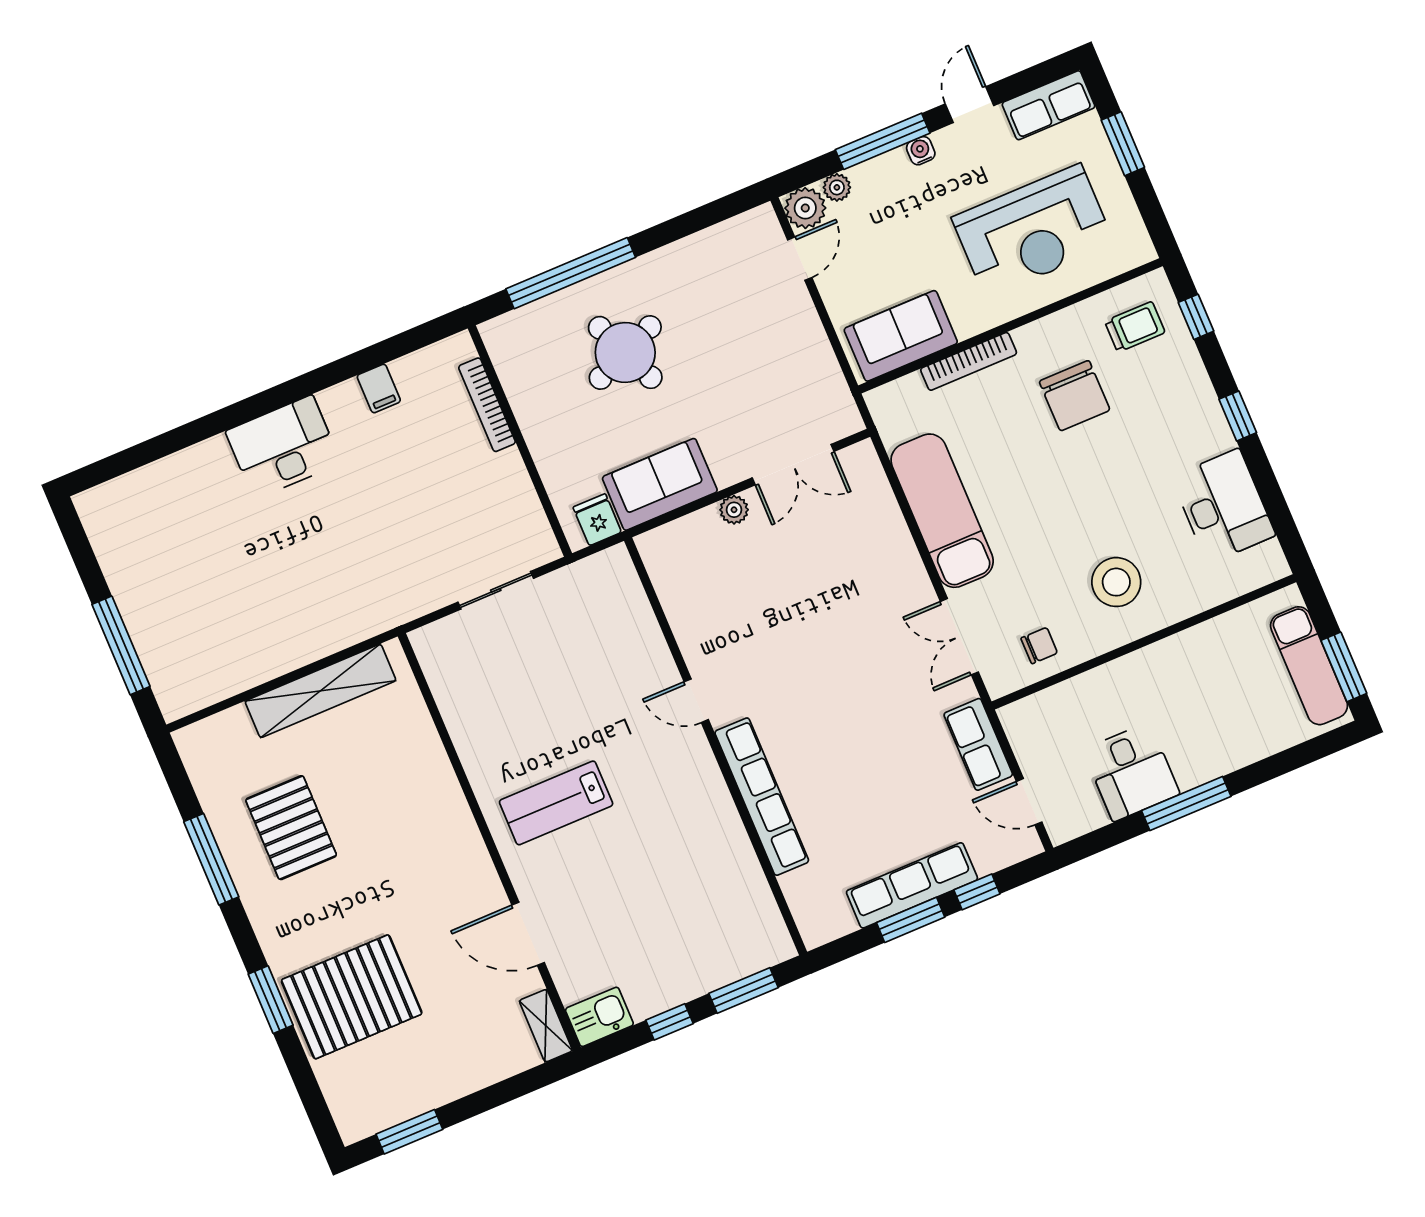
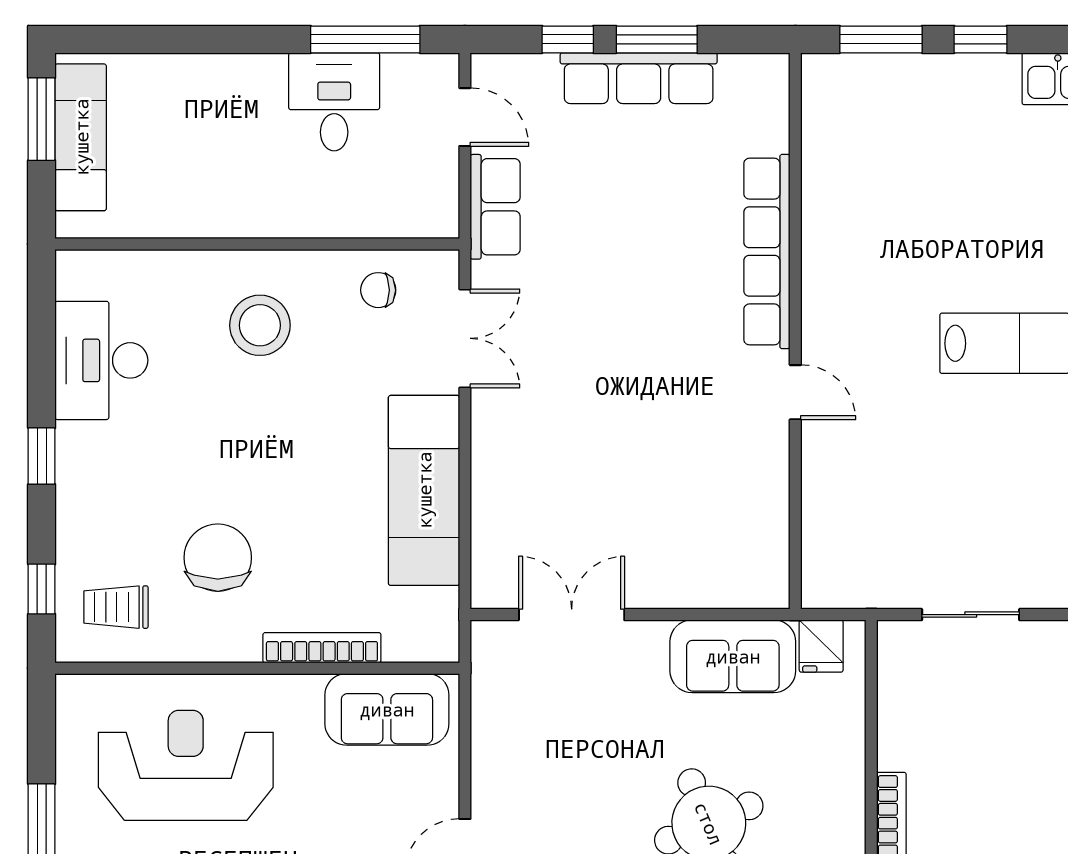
plant: (734, 510) -> (661, 592), removed
window: (1186, 803) -> (365, 39), moved

